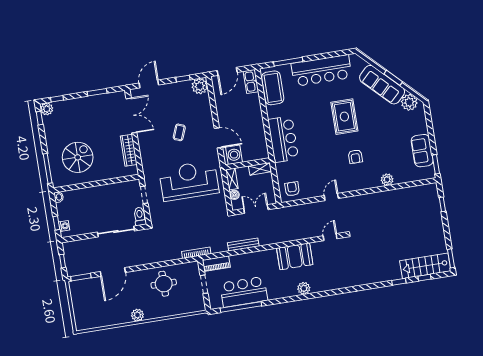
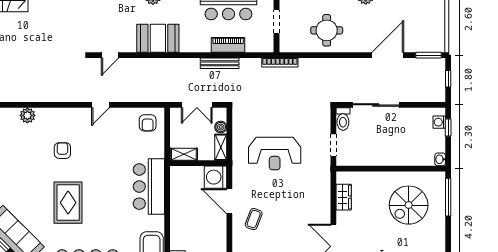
coffee table: (179, 132) -> (254, 219), moved
wardrobe: (129, 150) -> (344, 197), width x0.67
reception desk: (189, 181) -> (275, 154), width x0.74, depth x0.77
piano: (216, 264) -> (228, 45), moved

